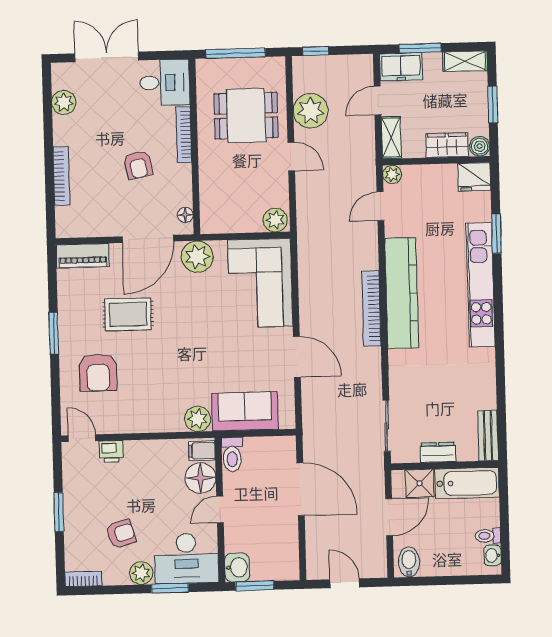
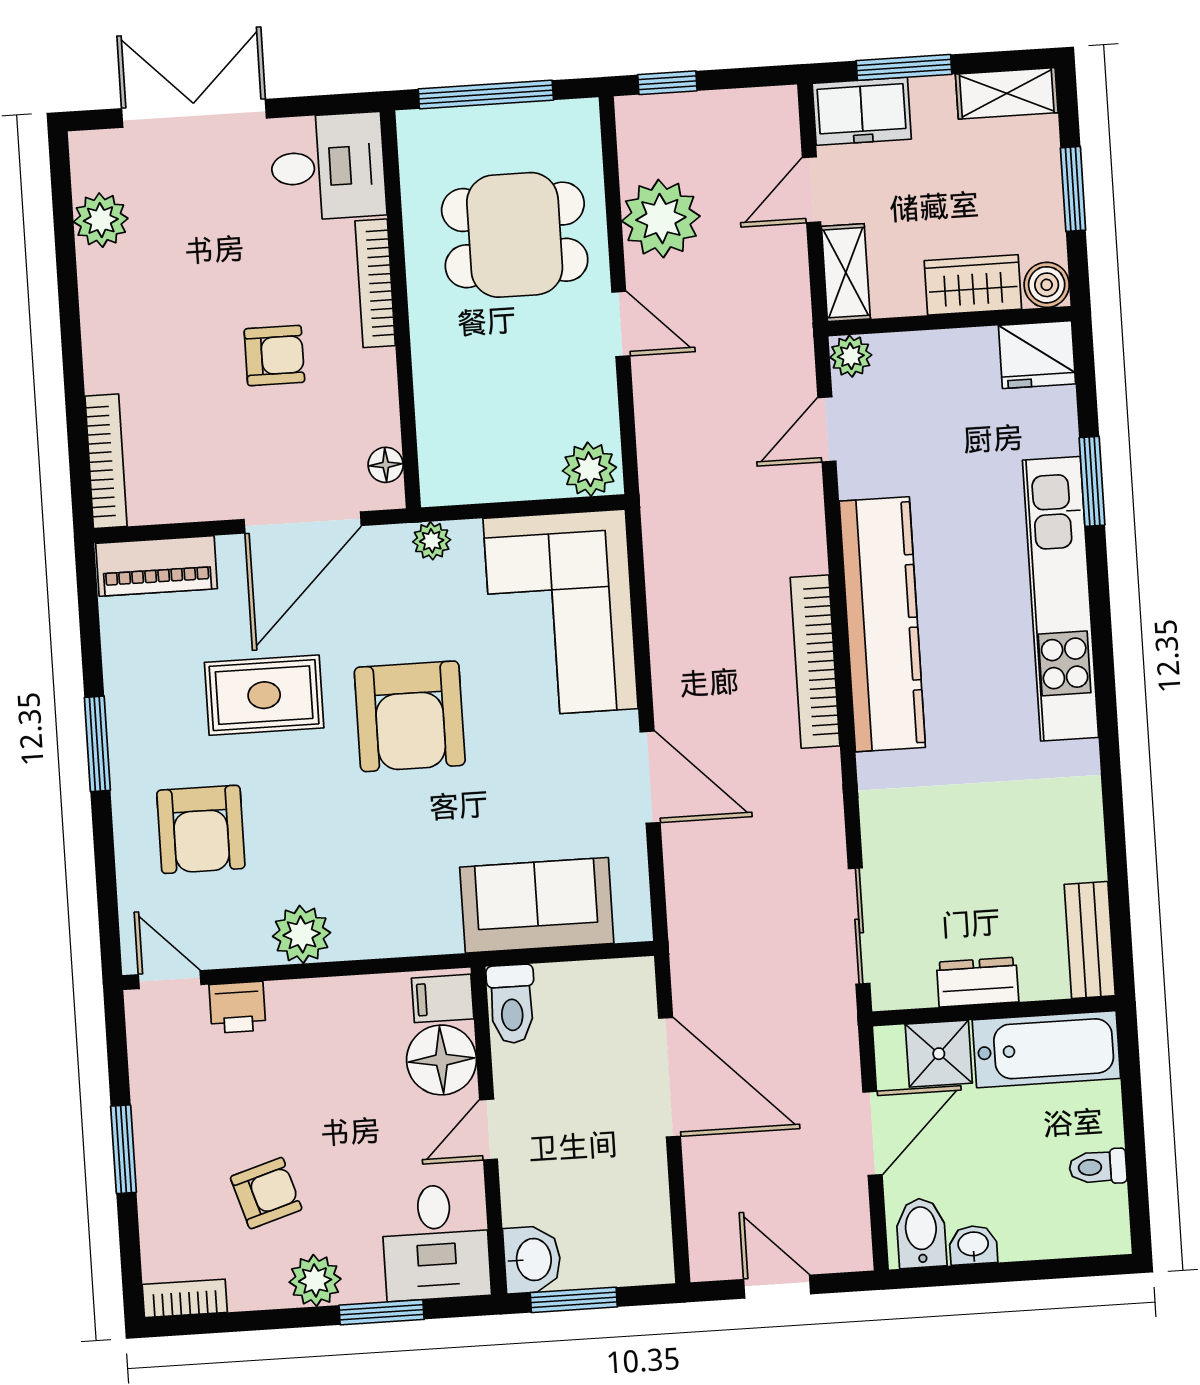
armchair: (138, 165) -> (274, 356), turned -79
bookcase: (61, 176) -> (106, 461), moved
plant: (197, 257) -> (432, 541), width x0.53, depth x0.53
armchair: (192, 326) -> (410, 716), added
plant: (198, 419) -> (302, 934), moved
washbasin: (493, 555) -> (973, 1245), moved, turned 90
desk: (186, 558) -> (436, 1242), width x0.73

